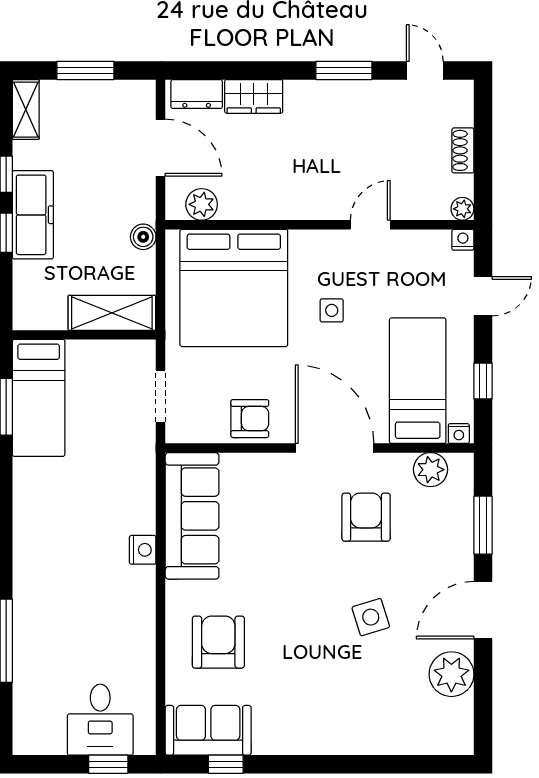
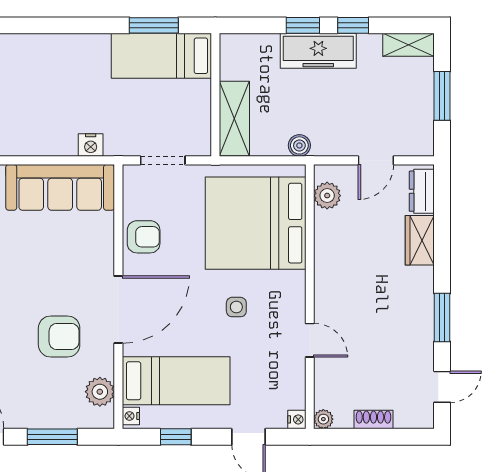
door: (161, 148) -> (376, 160), width x0.73
armchair: (250, 419) -> (144, 237), turned -90
nightstand: (143, 550) -> (91, 145), moved

